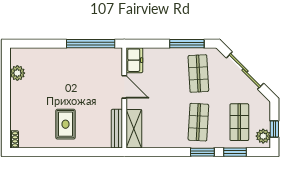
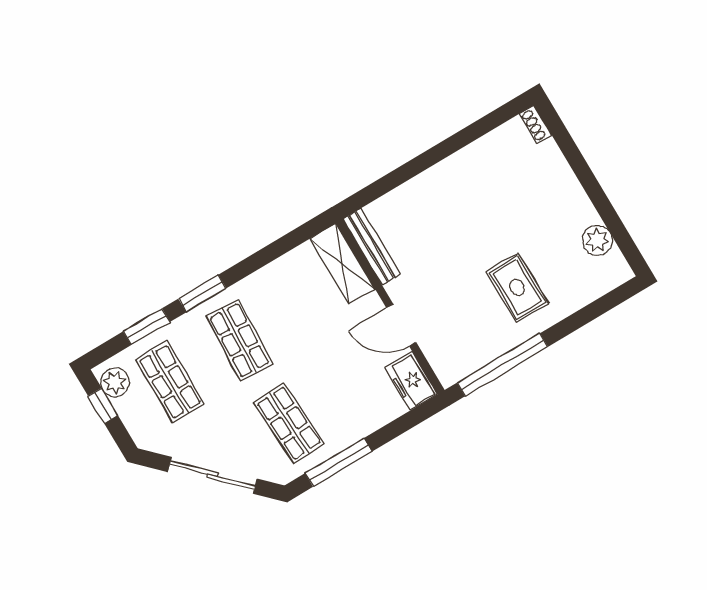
rug: (66, 124) -> (517, 288), moved

